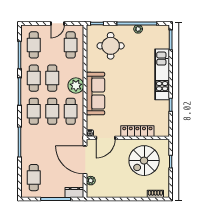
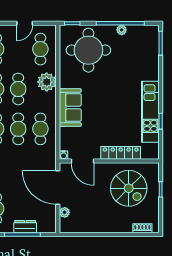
round table: (111, 46) -> (88, 50), width x1.36, depth x1.36
kitchen unit: (162, 74) -> (150, 112), moved
plant: (76, 86) -> (47, 82), moved
sofa: (95, 94) -> (70, 108), width x0.73
door: (106, 138) -> (82, 161), hinge flipped
spiral stairs: (144, 161) -> (129, 188), turned -90
dresser: (74, 192) -> (25, 227), moved

